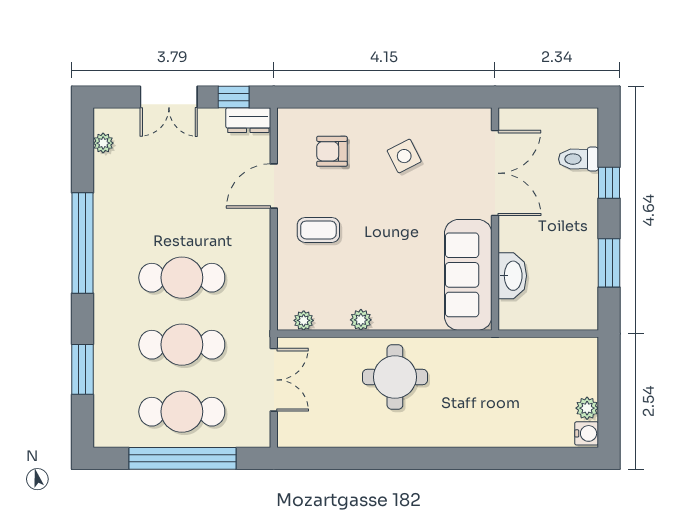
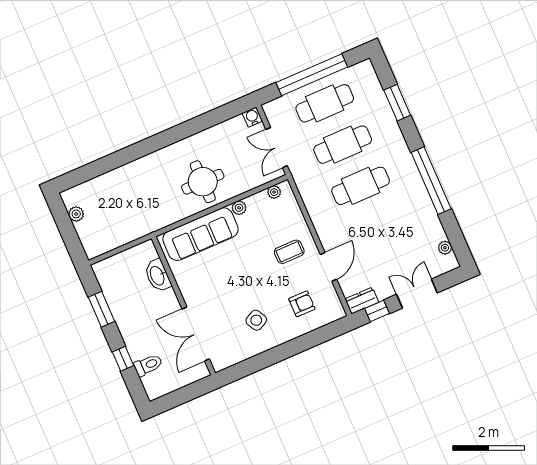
sofa: (468, 275) -> (200, 234), moved, turned 90
water cooler: (587, 433) -> (252, 117), moved, turned 90

